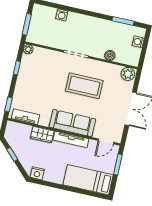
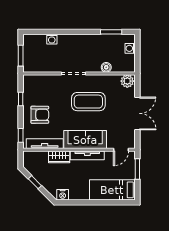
plant: (28, 49) -> (27, 79), removed
armchair: (33, 88) -> (40, 115), added
tv unit: (25, 117) -> (45, 144), width x1.41

